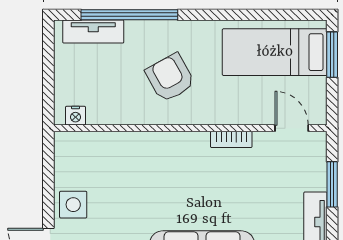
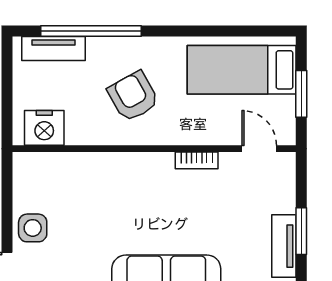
window: (332, 55) -> (301, 94), moved
nightstand: (75, 116) -> (44, 128), width x1.89, depth x1.79
window: (332, 184) -> (301, 231), moved

